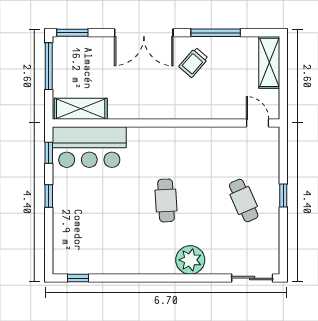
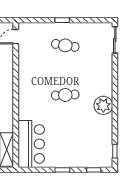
window: (49, 153) -> (94, 170), moved
cafe table: (244, 200) -> (65, 45), turned 33
plant: (190, 260) -> (103, 105), moved

